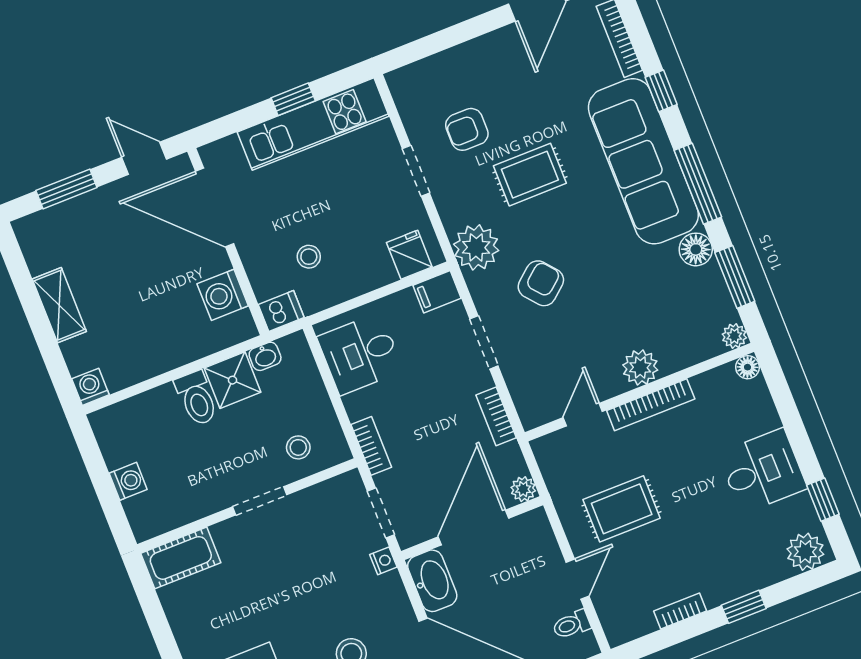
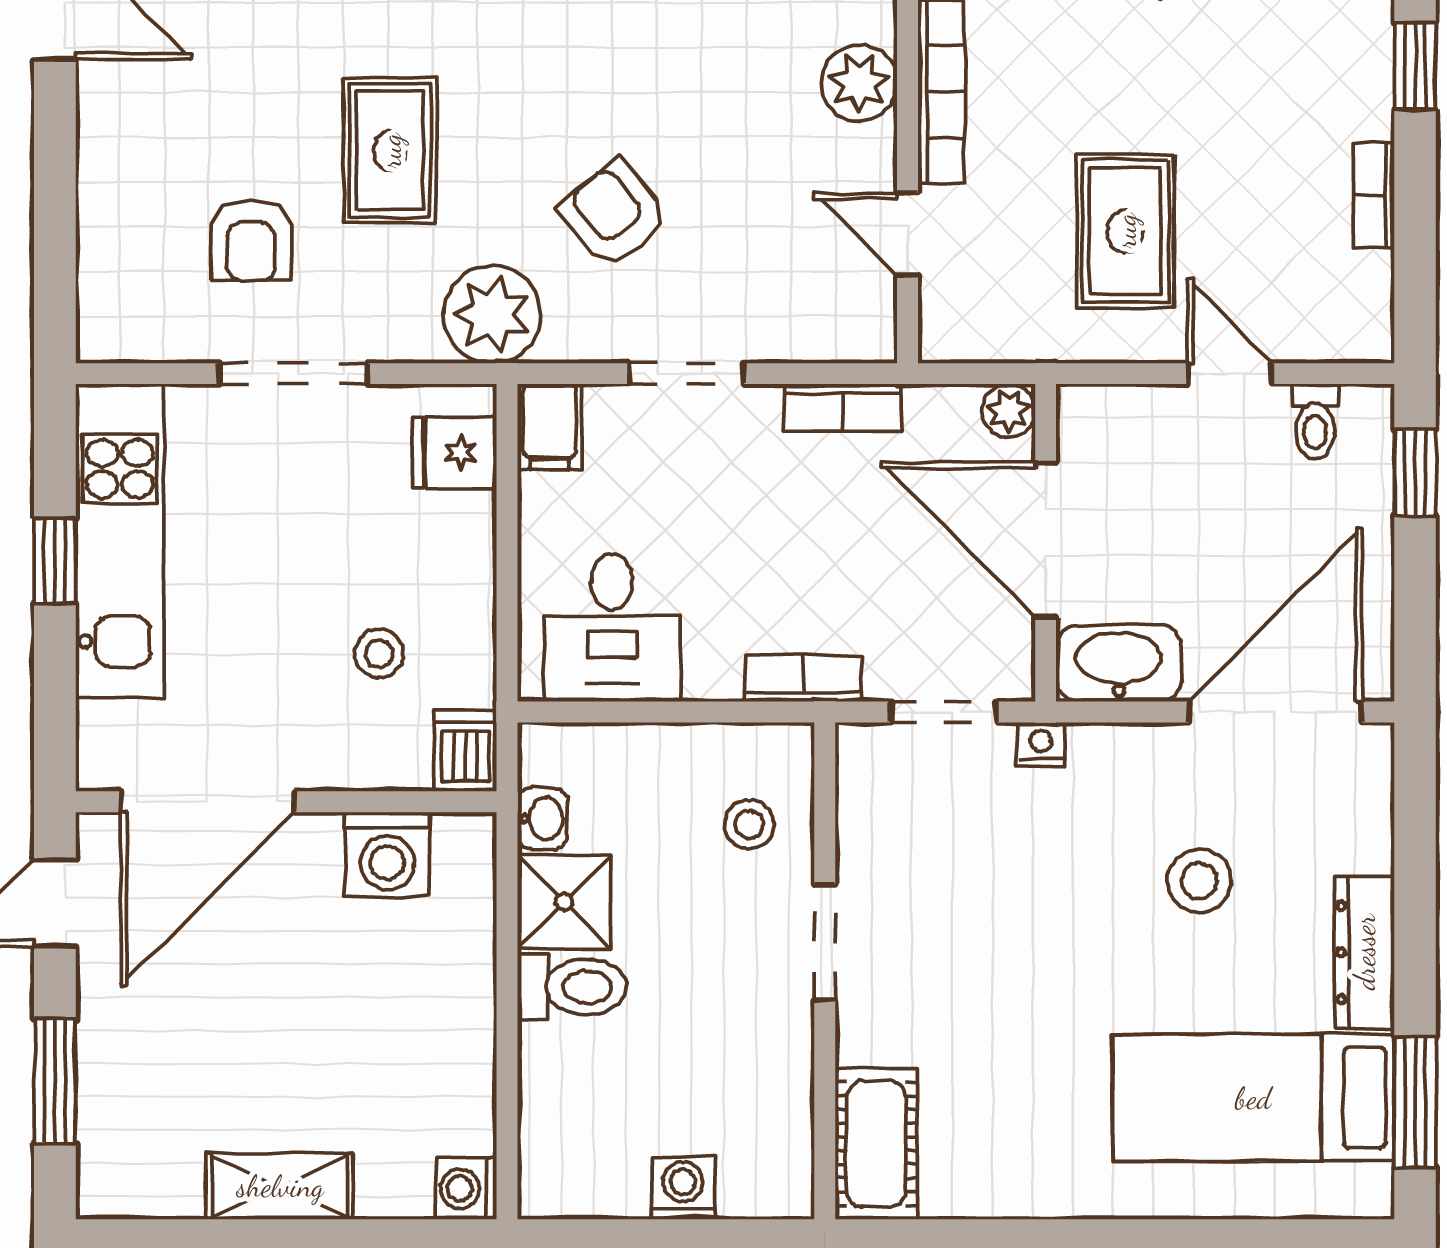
doorway: (416, 171) -> (293, 374), width x1.38

